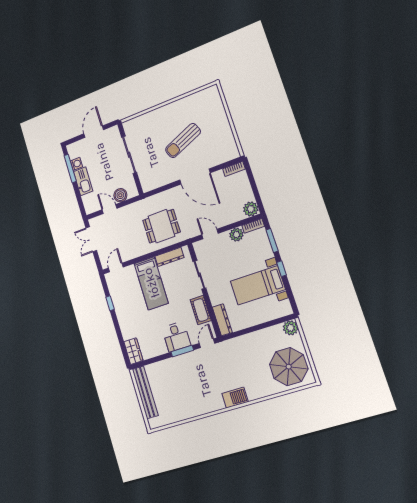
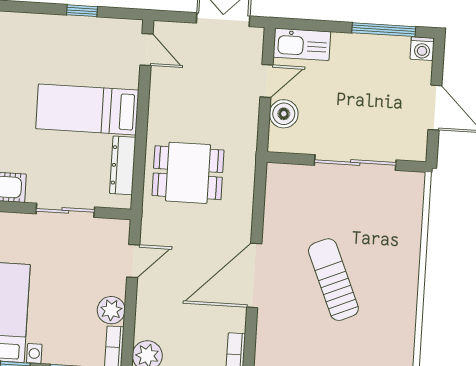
washing machine: (76, 164) -> (422, 49), moved
kitchen sink: (83, 181) -> (302, 44), moved
dining table: (161, 226) -> (188, 173), turned 90

